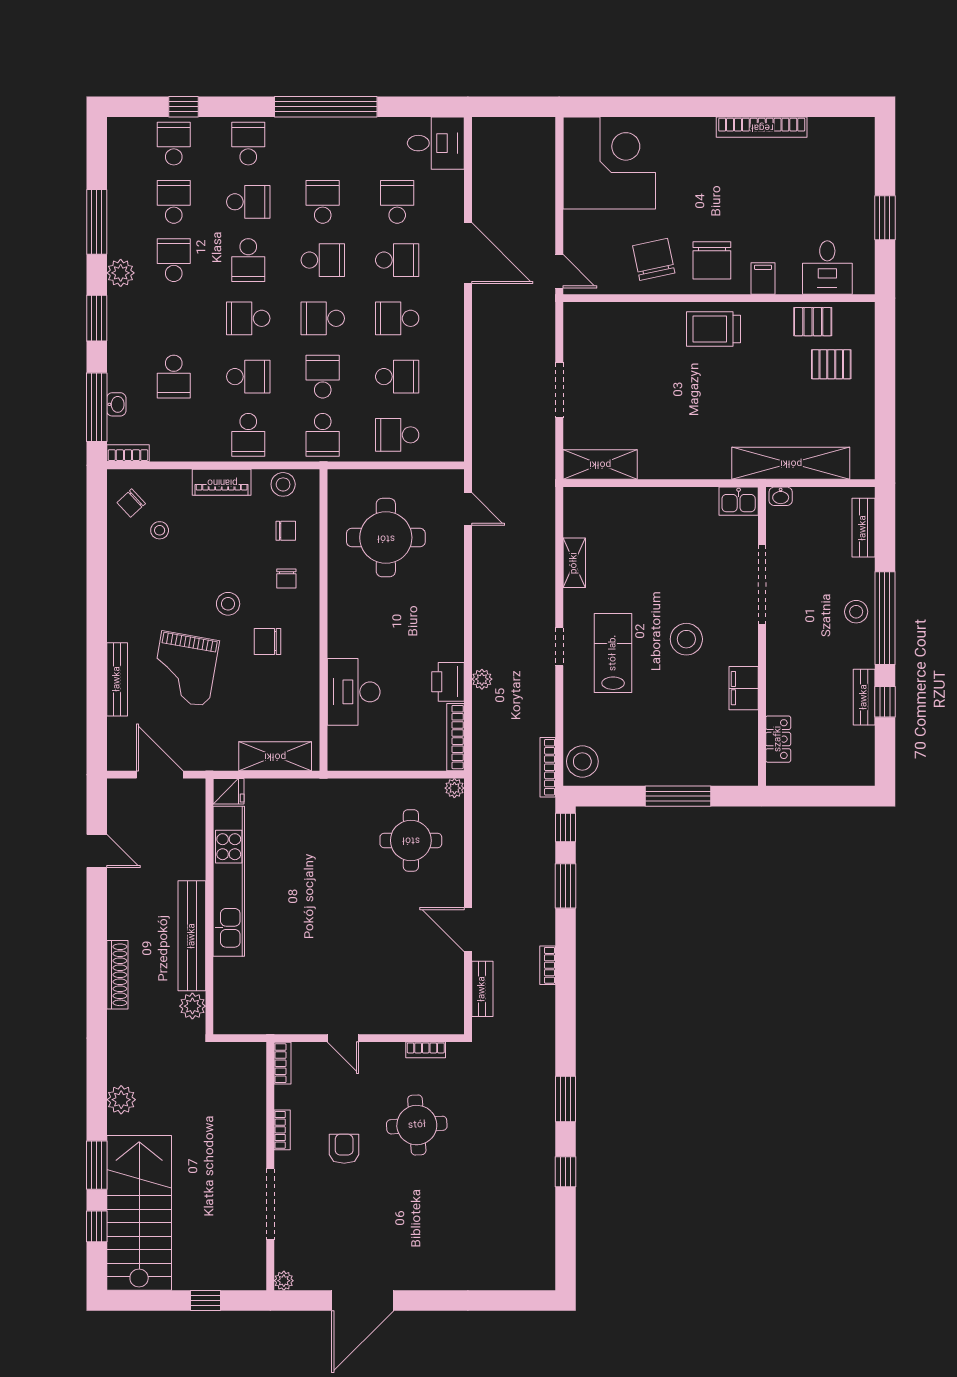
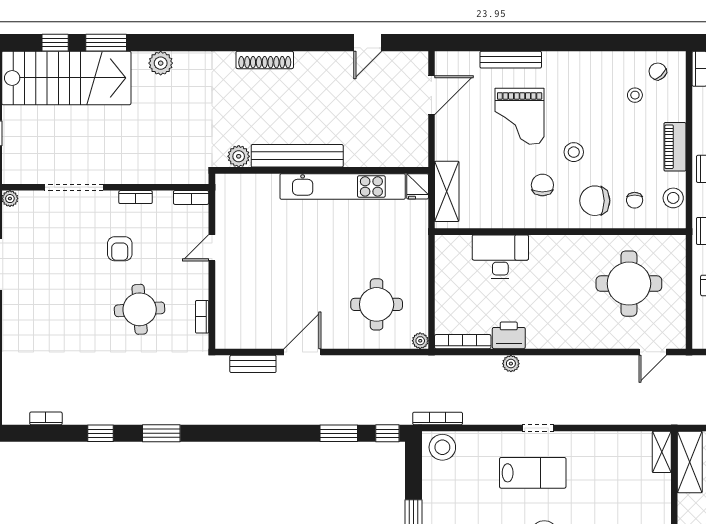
shelving: (574, 563) -> (662, 452), moved, turned 90
chair: (286, 578) -> (595, 201), width x1.87, depth x1.87
grand piano: (185, 669) -> (520, 116), turned -100
fridge: (229, 791) -> (418, 186), moved
kitchen unit: (229, 881) -> (343, 186), moved
wall: (209, 906) -> (322, 170), moved
bench: (192, 936) -> (297, 156), moved
bookcase: (548, 965) -> (46, 418), moved
plant: (192, 1006) -> (239, 156), moved
armchair: (344, 1149) -> (120, 249), turned 90

